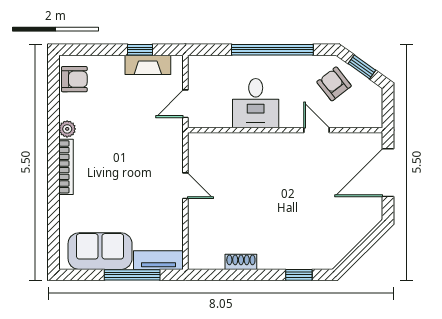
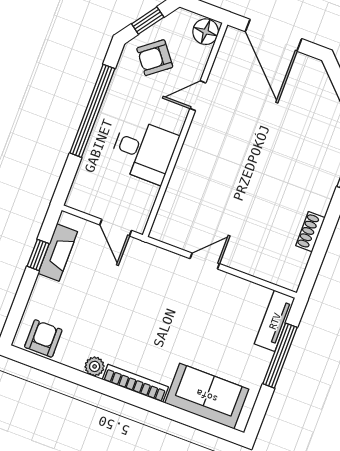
floor lamp: (370, 117) -> (206, 32), added
sofa: (100, 251) -> (207, 396), moved, turned 90

